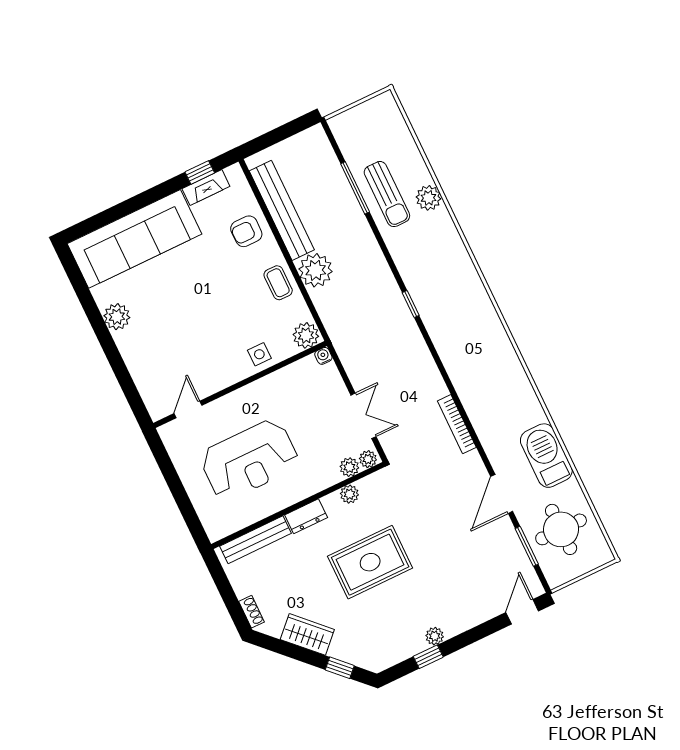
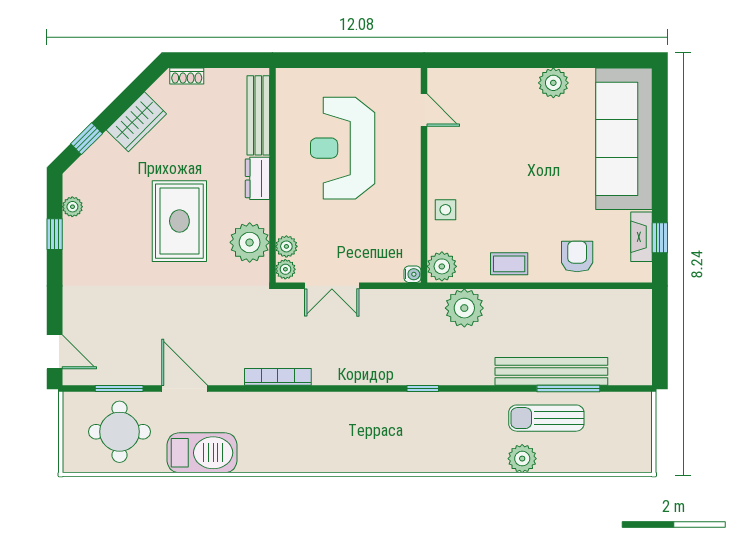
bench: (282, 210) -> (551, 371), moved
plant: (316, 270) -> (464, 308), moved
plant: (349, 494) -> (250, 242), width x1.87, depth x1.87
plant: (435, 636) -> (72, 207), moved

